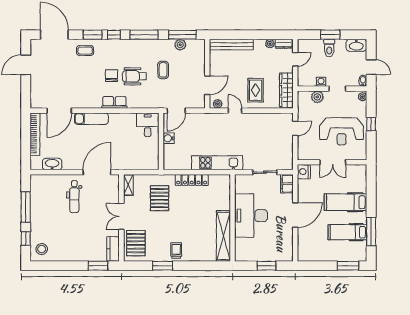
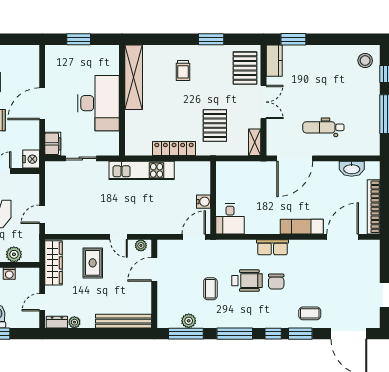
dental chair: (74, 197) -> (323, 127), turned -90
trolley: (176, 251) -> (183, 70), moved

